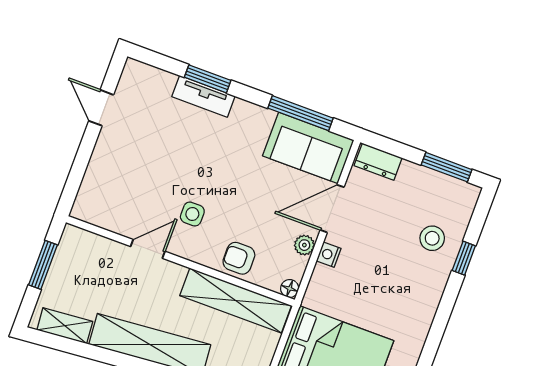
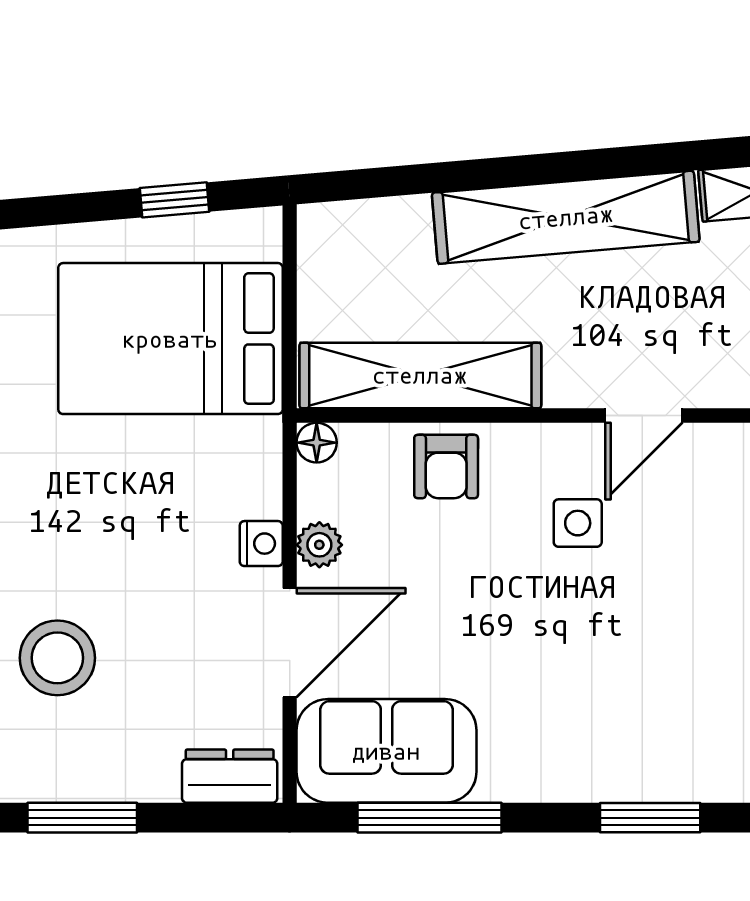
tv unit: (203, 96) -> (645, 778), removed
stool: (432, 238) -> (57, 658), width x1.38, depth x1.38
armchair: (239, 258) -> (446, 466), turned 90

